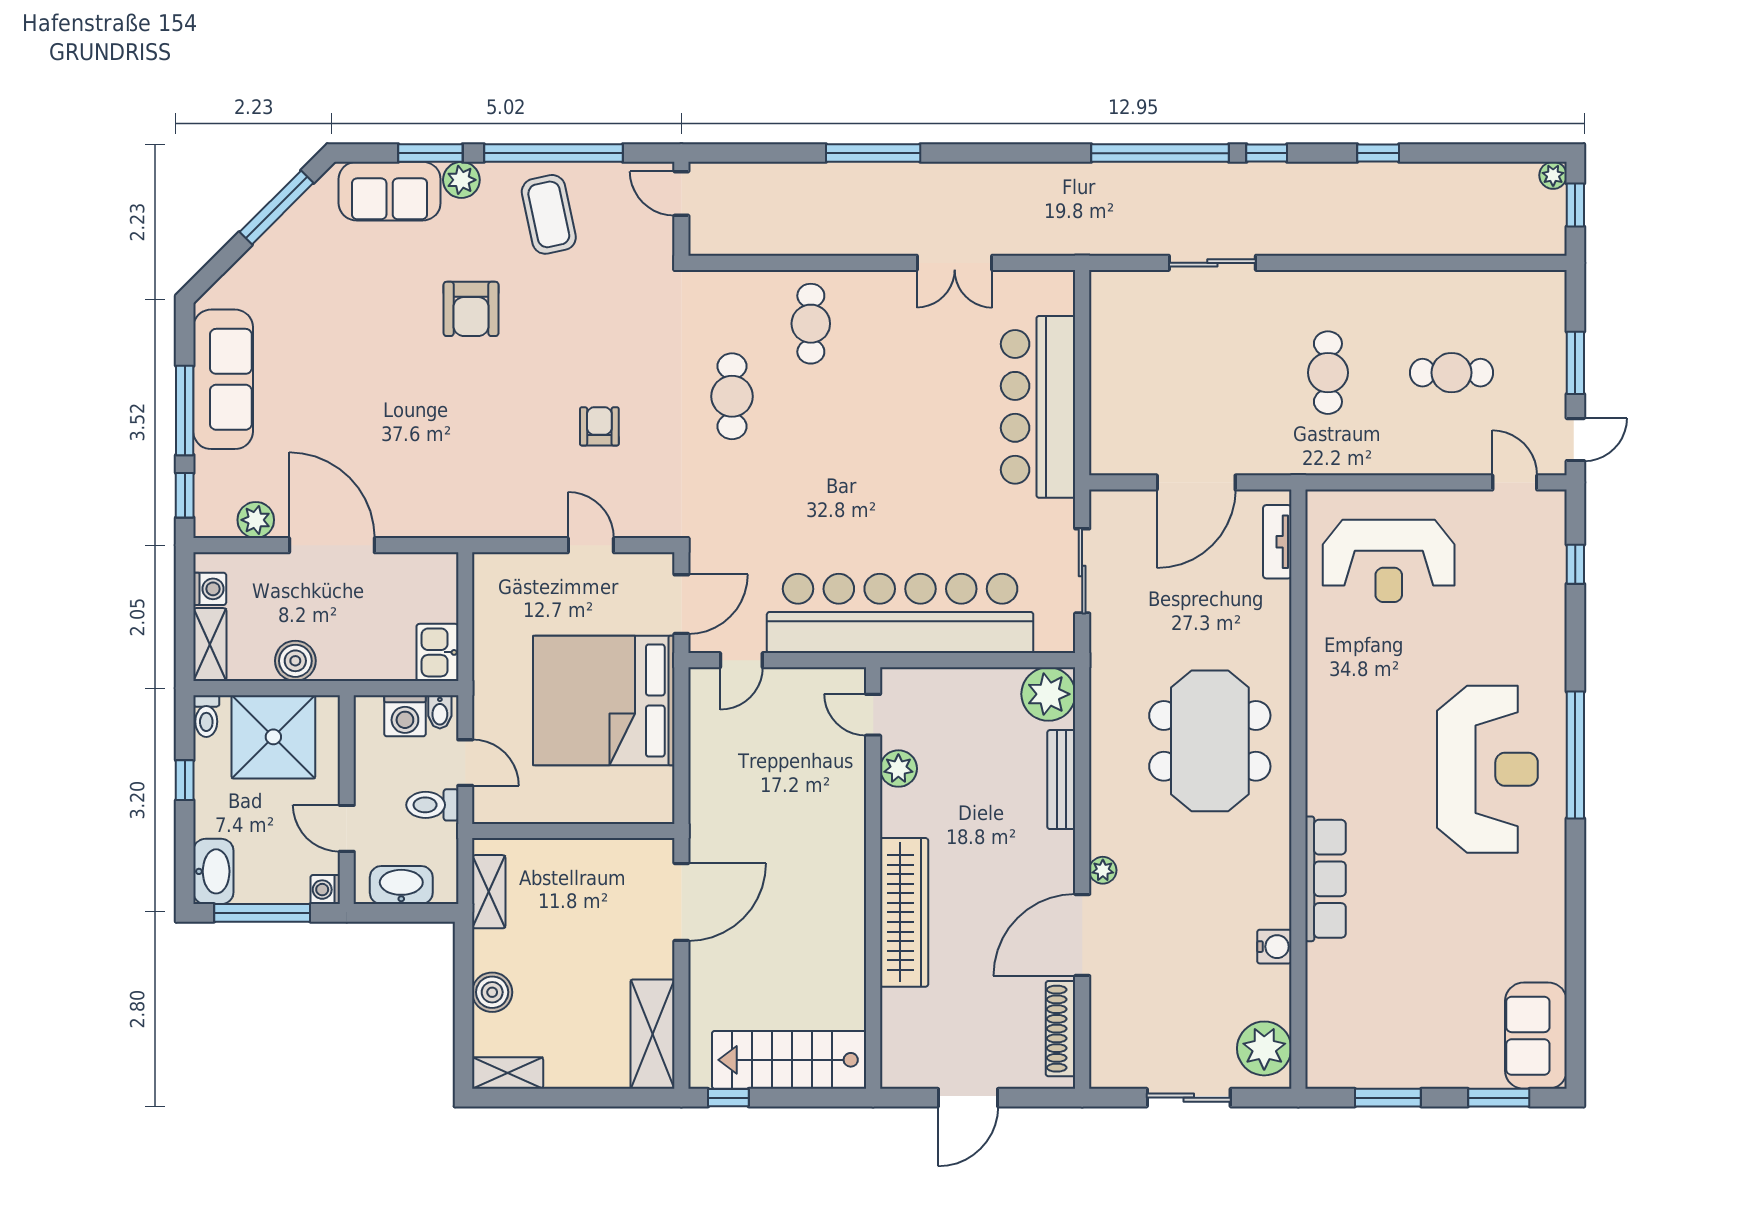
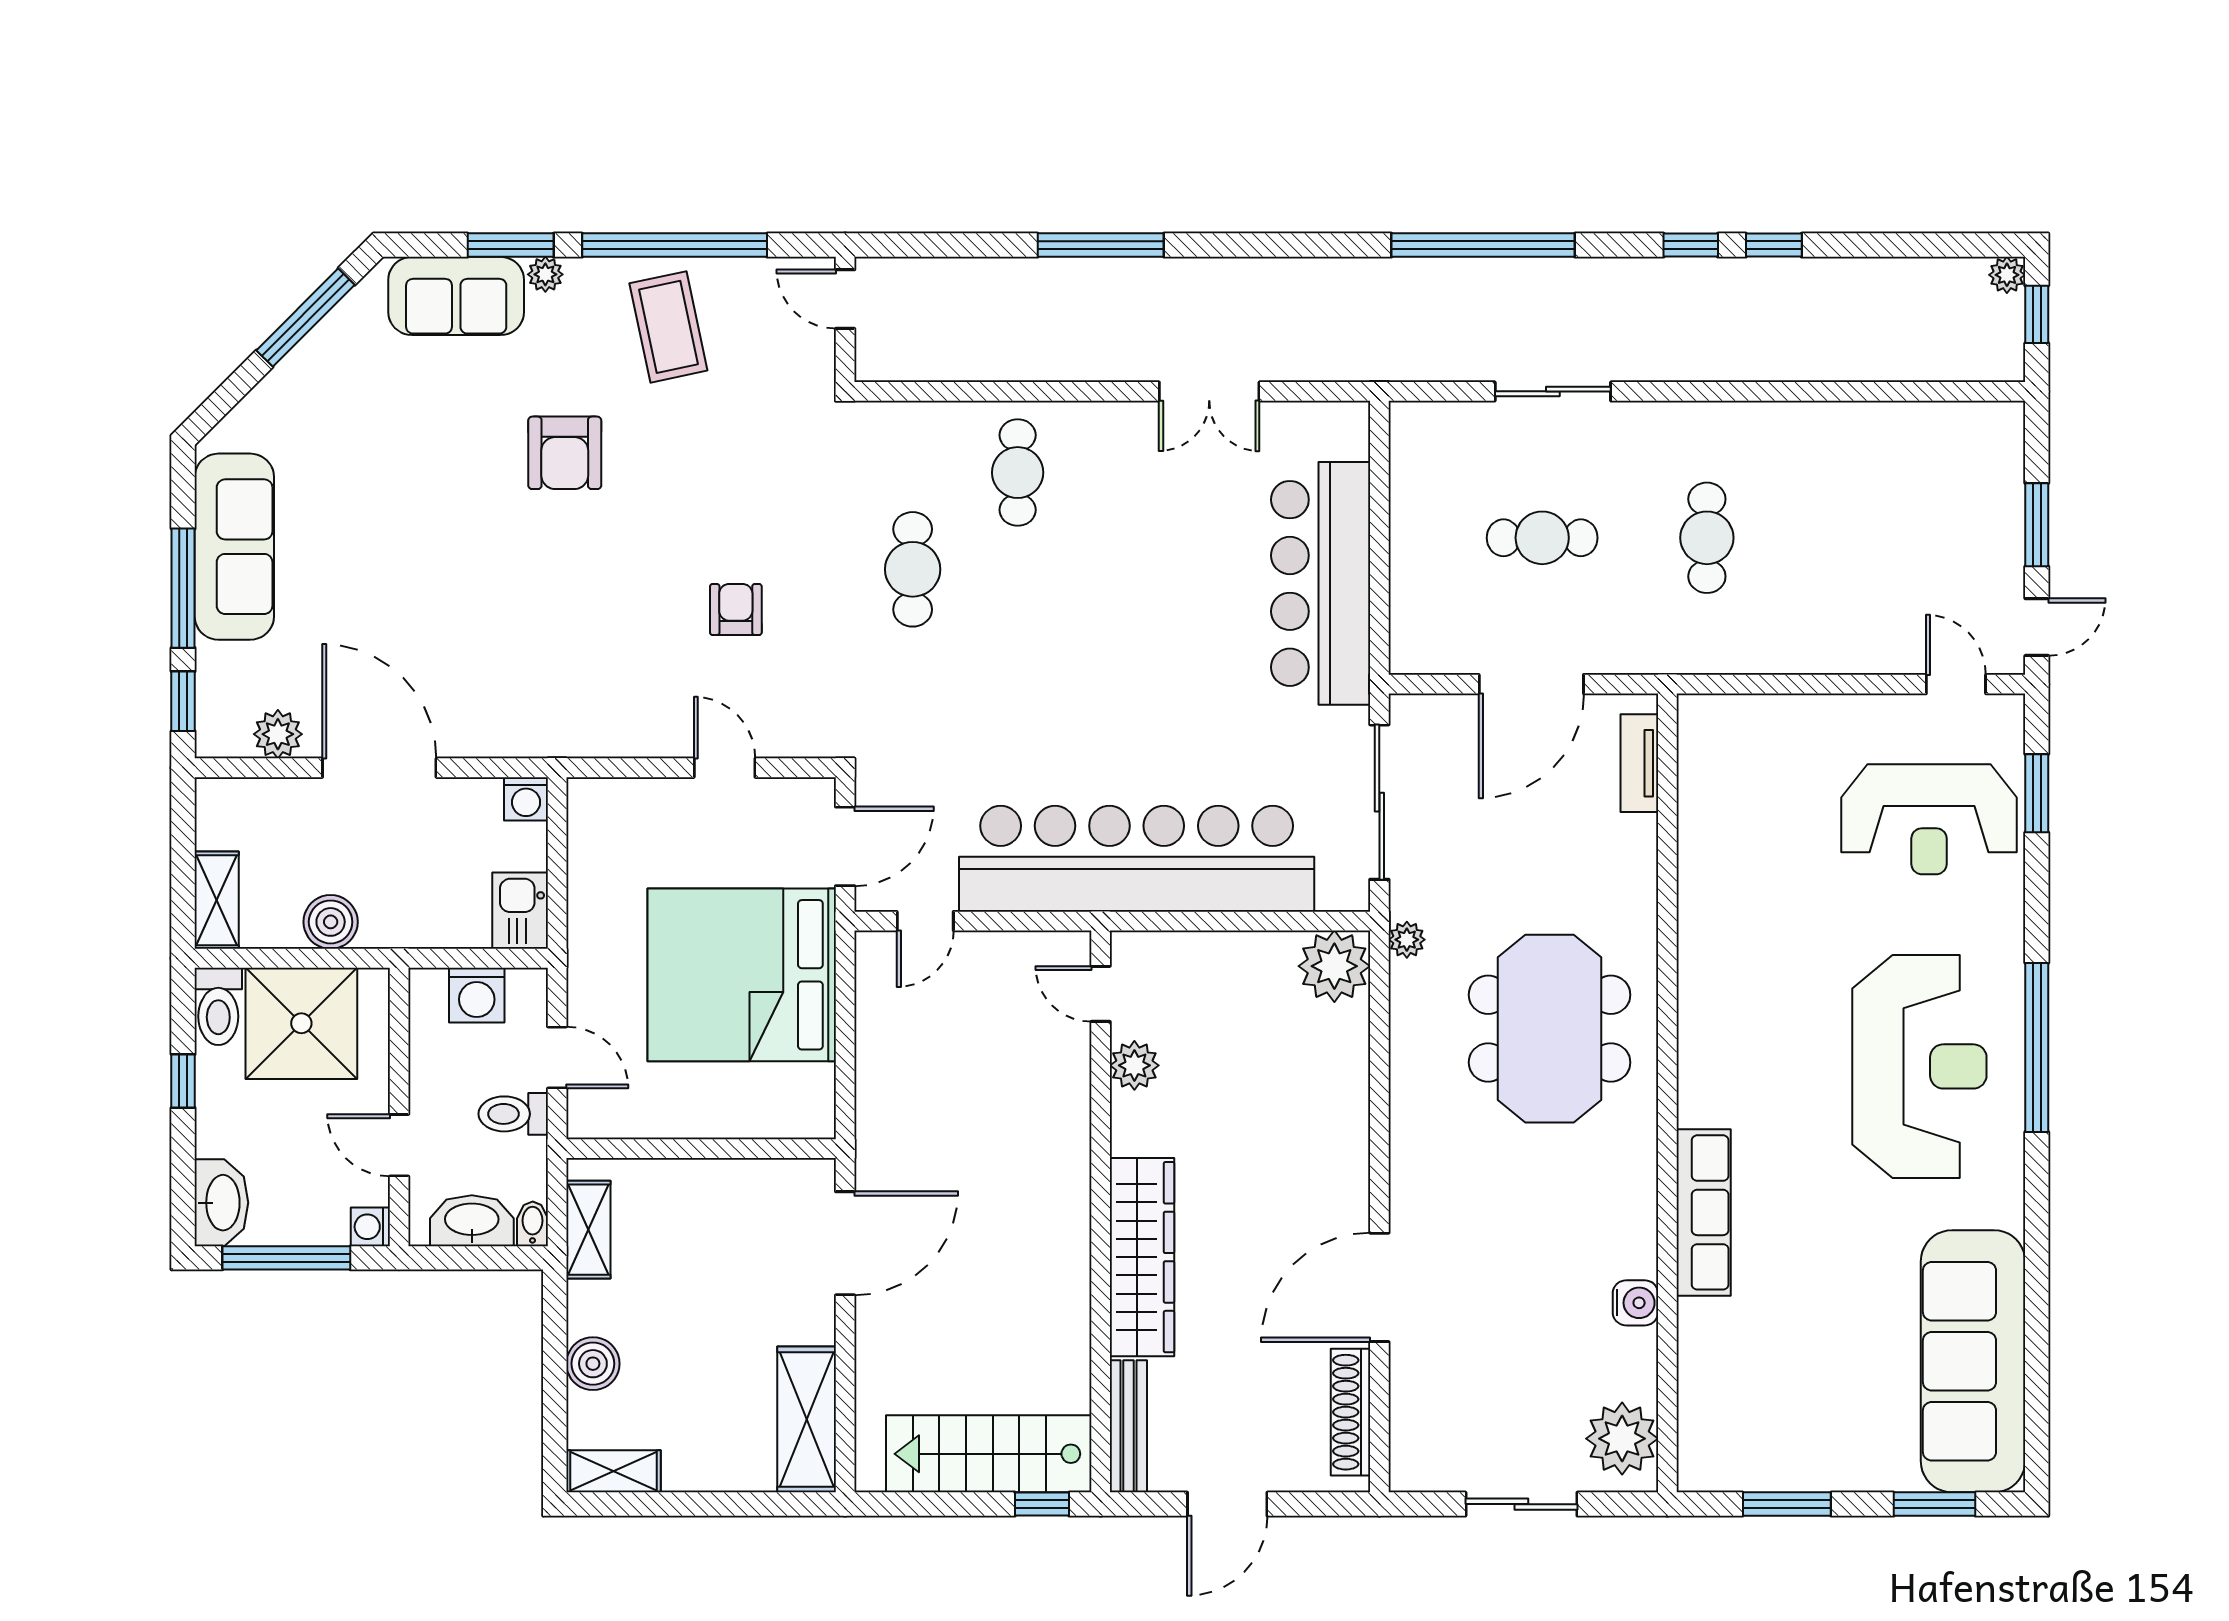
window: (1267, 153) -> (1691, 245), moved
plant: (461, 180) -> (545, 274), width x0.73, depth x0.73
cafe table: (1452, 373) -> (1542, 538), moved
reception desk: (1389, 561) -> (1929, 819), moved
window: (1575, 564) -> (2037, 793), width x1.50
sliding door: (1082, 571) -> (1379, 802), width x1.37
washing machine: (210, 589) -> (526, 799), moved, turned 90
bidet: (440, 712) -> (533, 1224), moved, turned 180
toilet: (206, 716) -> (218, 1006), width x1.37, depth x1.39
bench: (1061, 780) -> (1128, 1426), moved
plant: (1103, 870) -> (1407, 940), moved
sofa: (1536, 1036) -> (1973, 1361), width x1.85, depth x1.27
window: (728, 1098) -> (1042, 1504), moved

